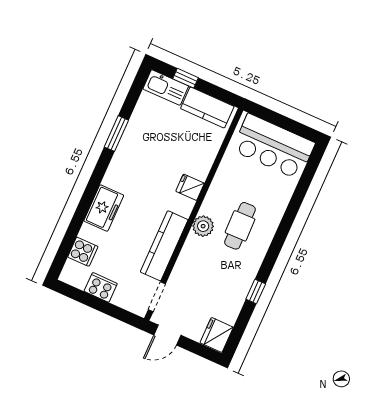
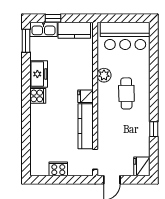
window: (116, 134) -> (26, 41), moved
fridge: (190, 187) -> (85, 96), moved
freezer: (104, 208) -> (39, 74), moved
plant: (203, 226) -> (104, 75), moved
cooker: (83, 252) -> (38, 96), moved

